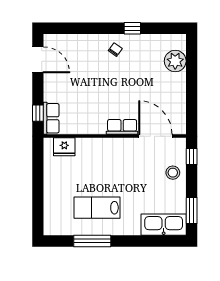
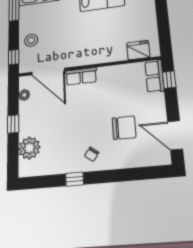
chair: (84, 71) -> (124, 128), added
window: (192, 86) -> (13, 124), added
plant: (180, 114) -> (24, 95), added

